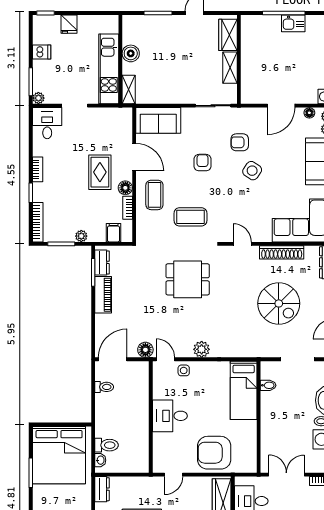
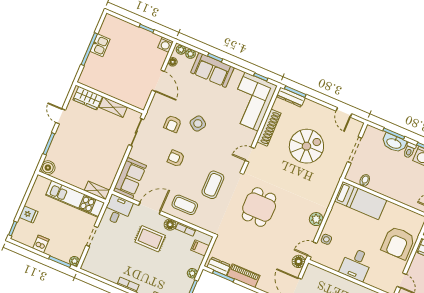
boiler: (131, 53) -> (48, 168), moved
desk: (47, 123) -> (118, 210), moved, turned 90

